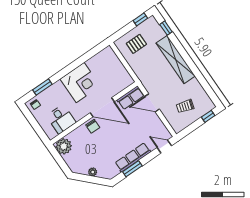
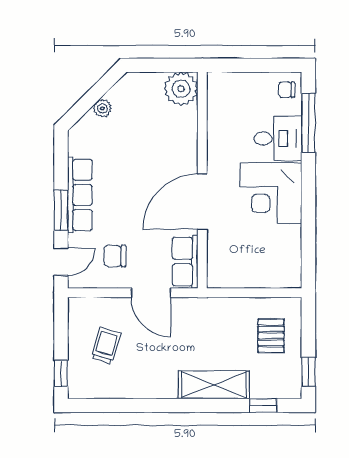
shelving: (176, 60) -> (214, 385), width x0.68
window: (42, 87) -> (308, 123), width x1.44
door: (152, 103) -> (151, 293), swing flipped
desk: (61, 119) -> (278, 139), moved, turned 180
chair: (93, 126) -> (115, 256), moved
window: (132, 169) -> (61, 210), moved

